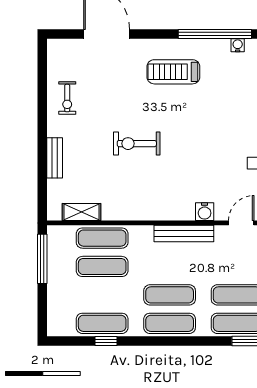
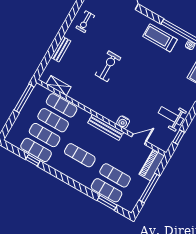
treadmill: (173, 72) -> (160, 38), moved
exercise bike: (137, 144) -> (108, 66), turned 90
exercise mat: (170, 323) -> (45, 135), moved

